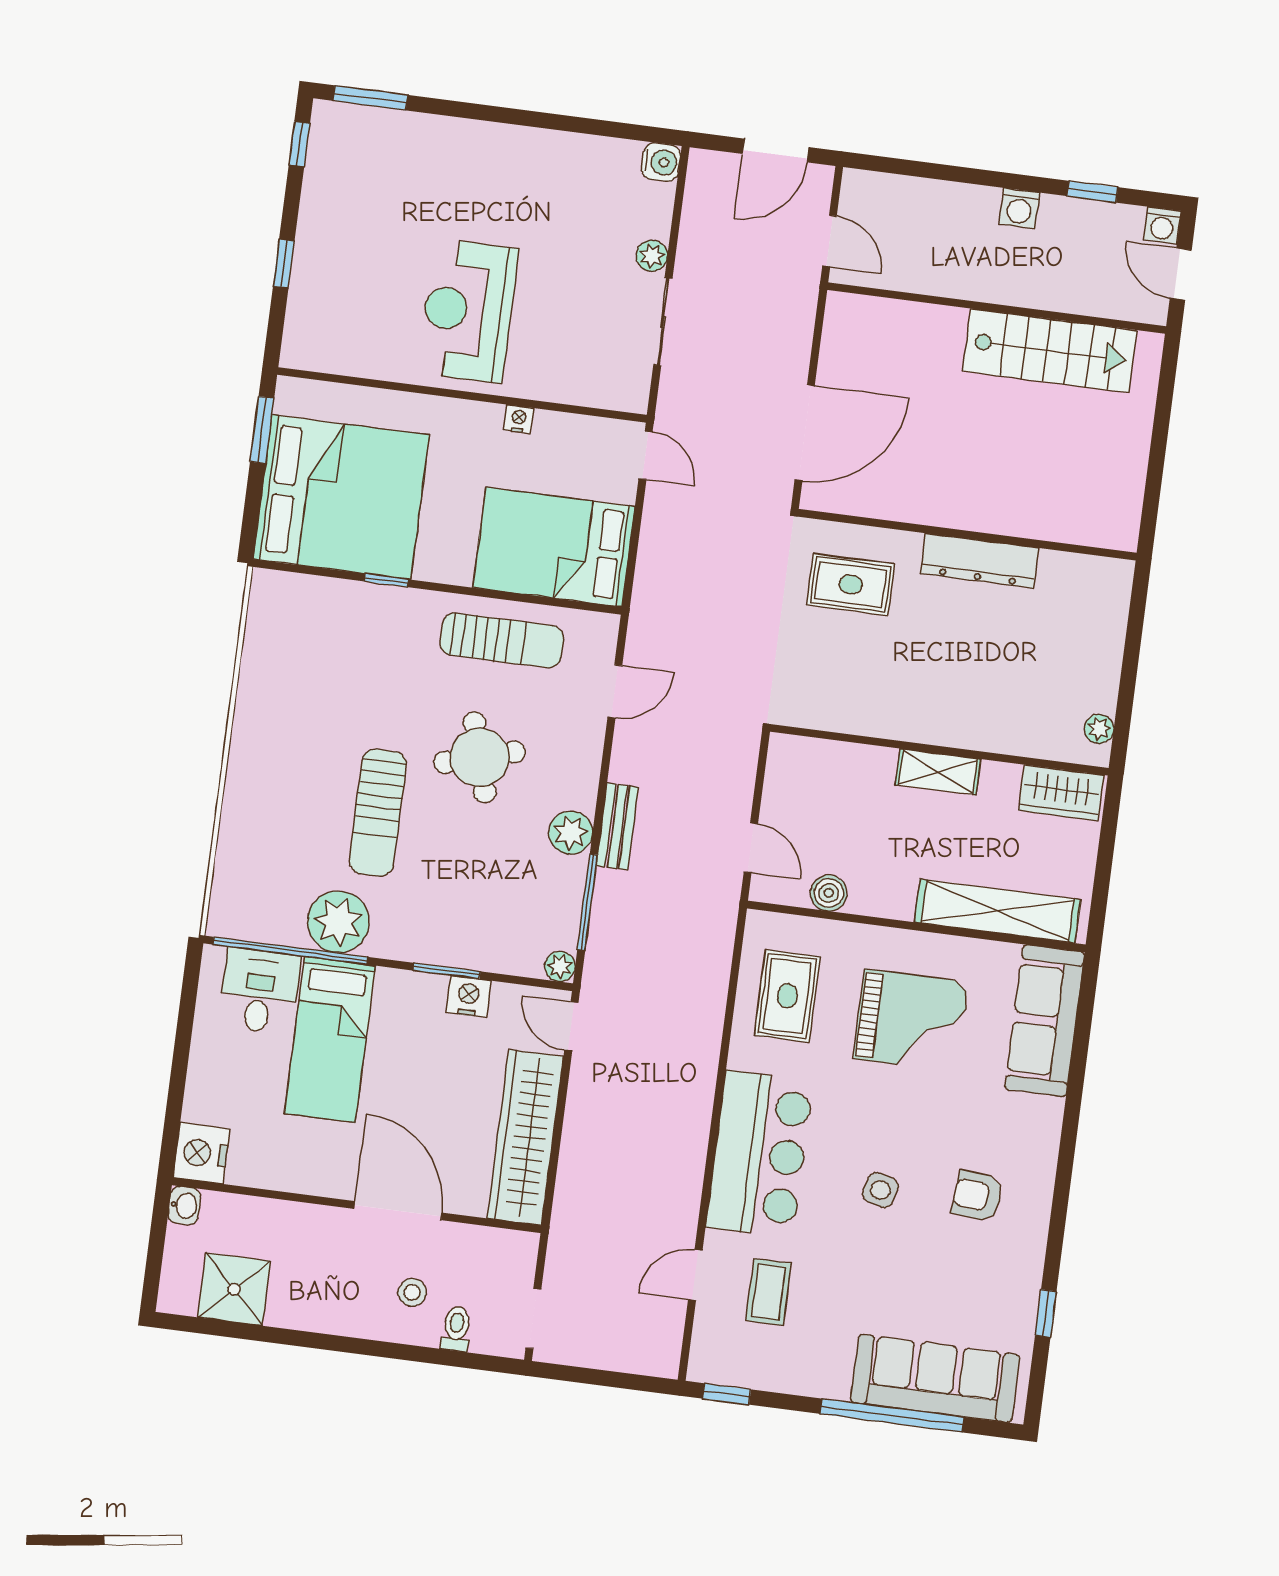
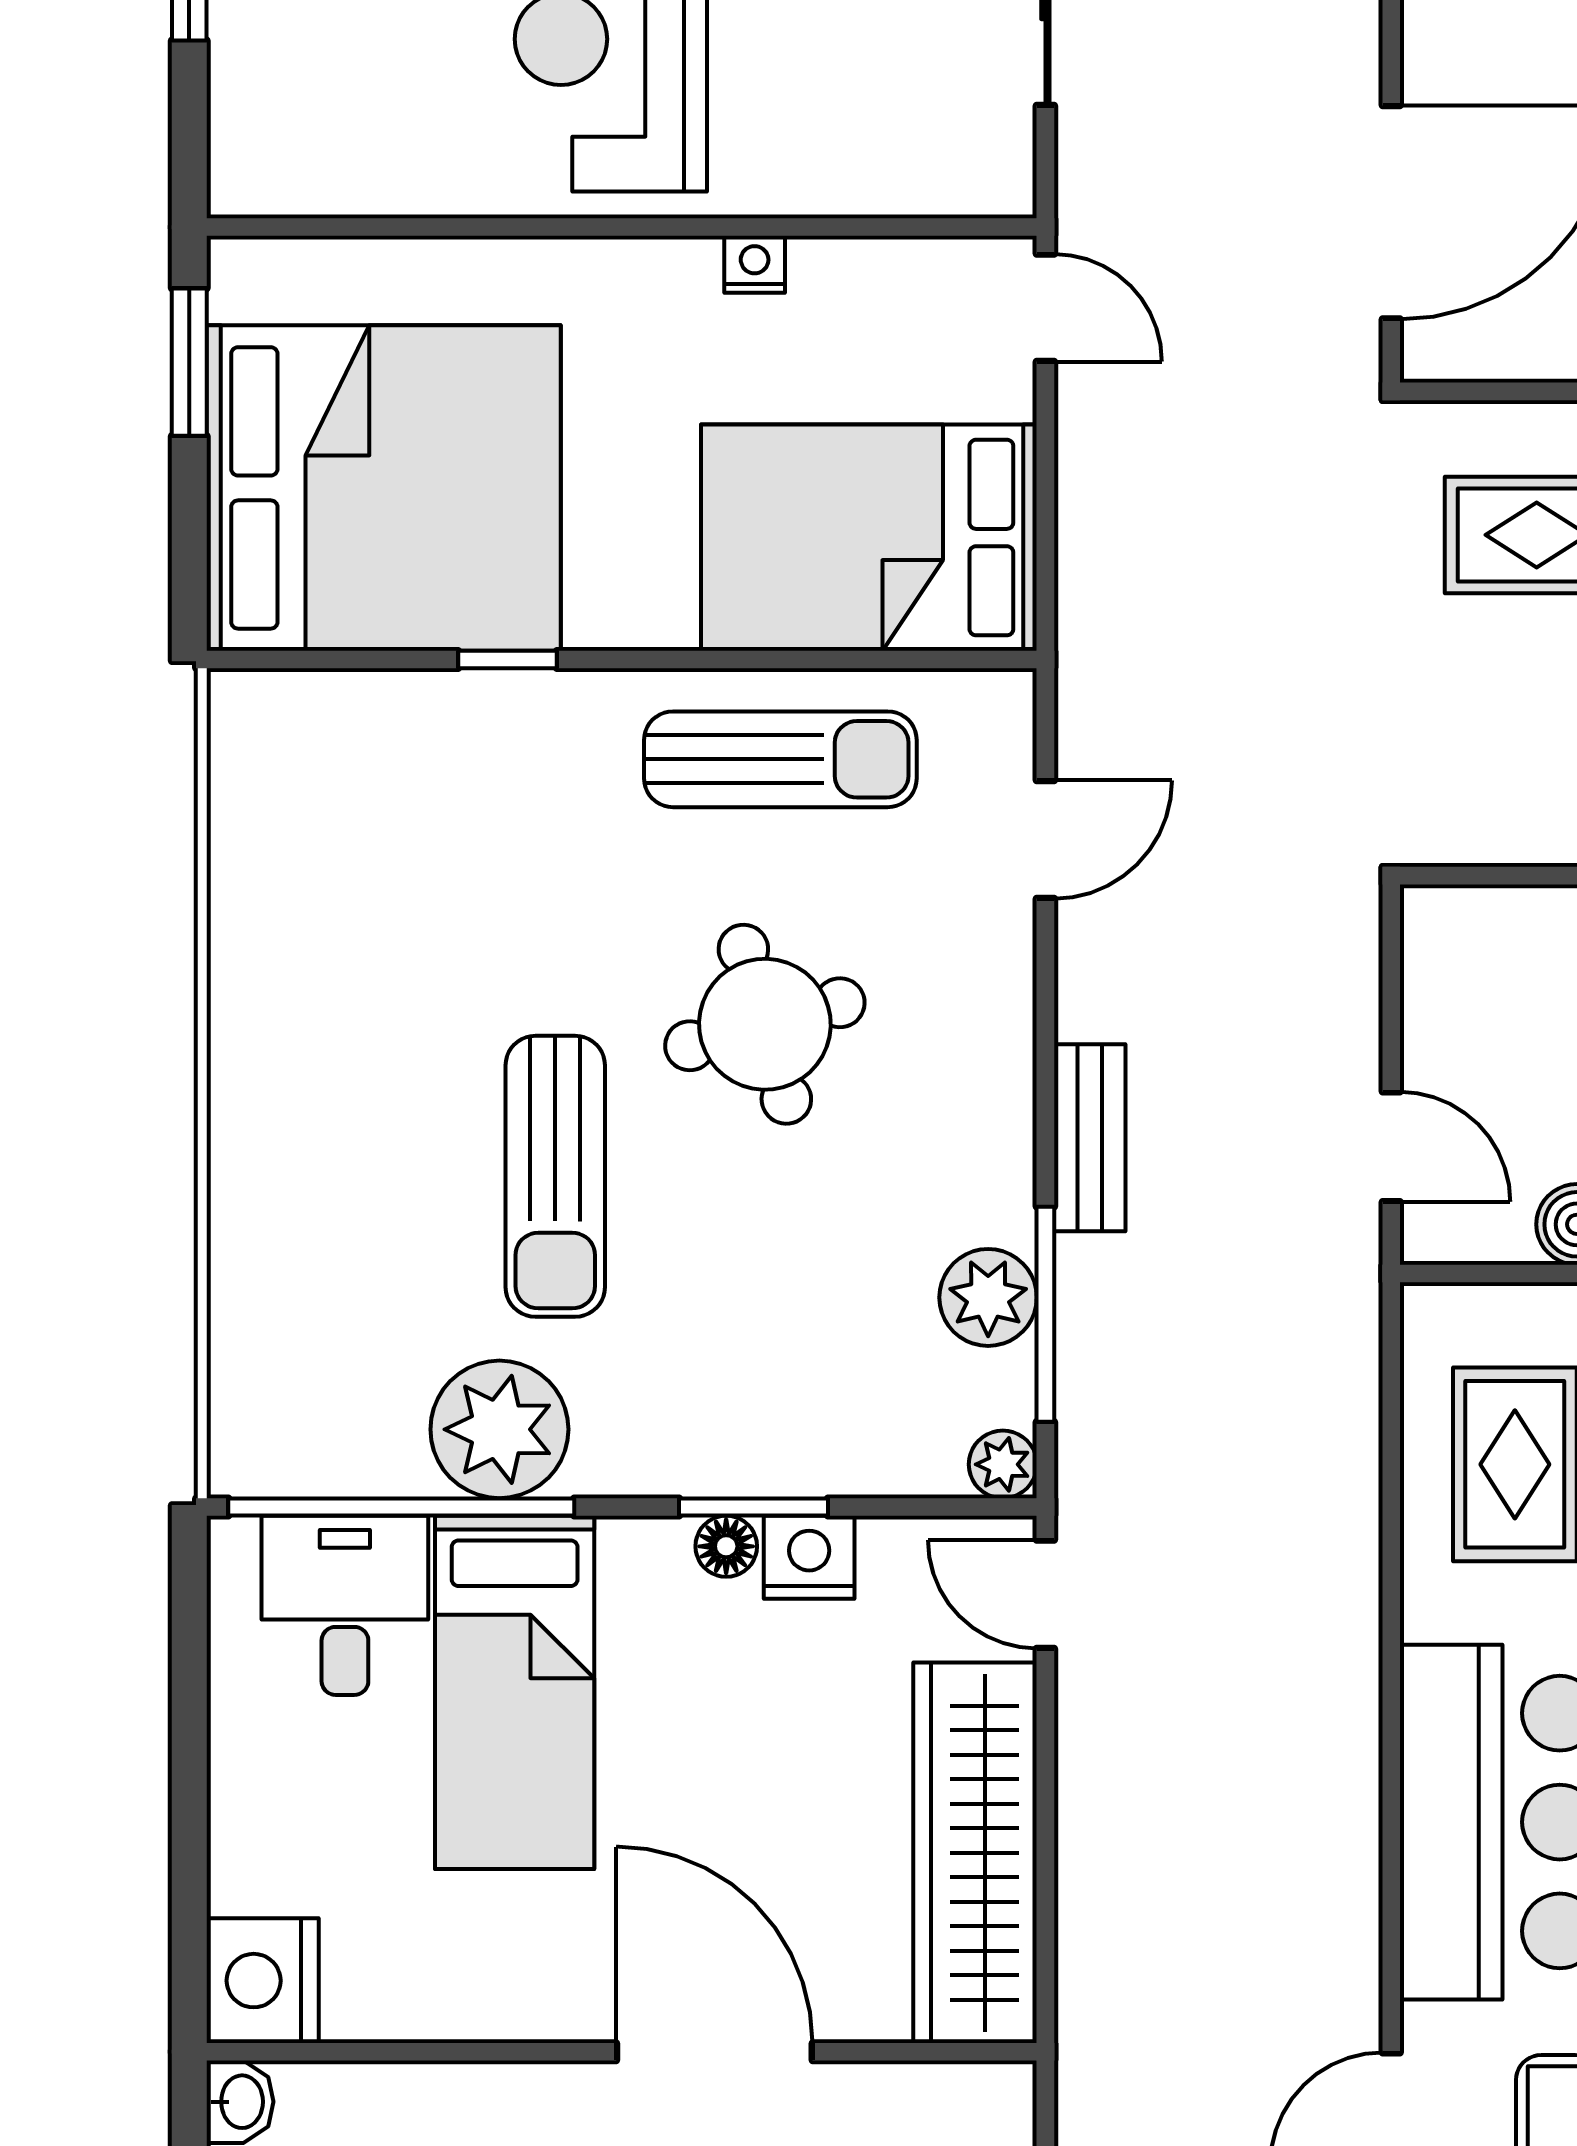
plant: (571, 833) -> (988, 1297), moved
floor lamp: (432, 987) -> (726, 1546), added

